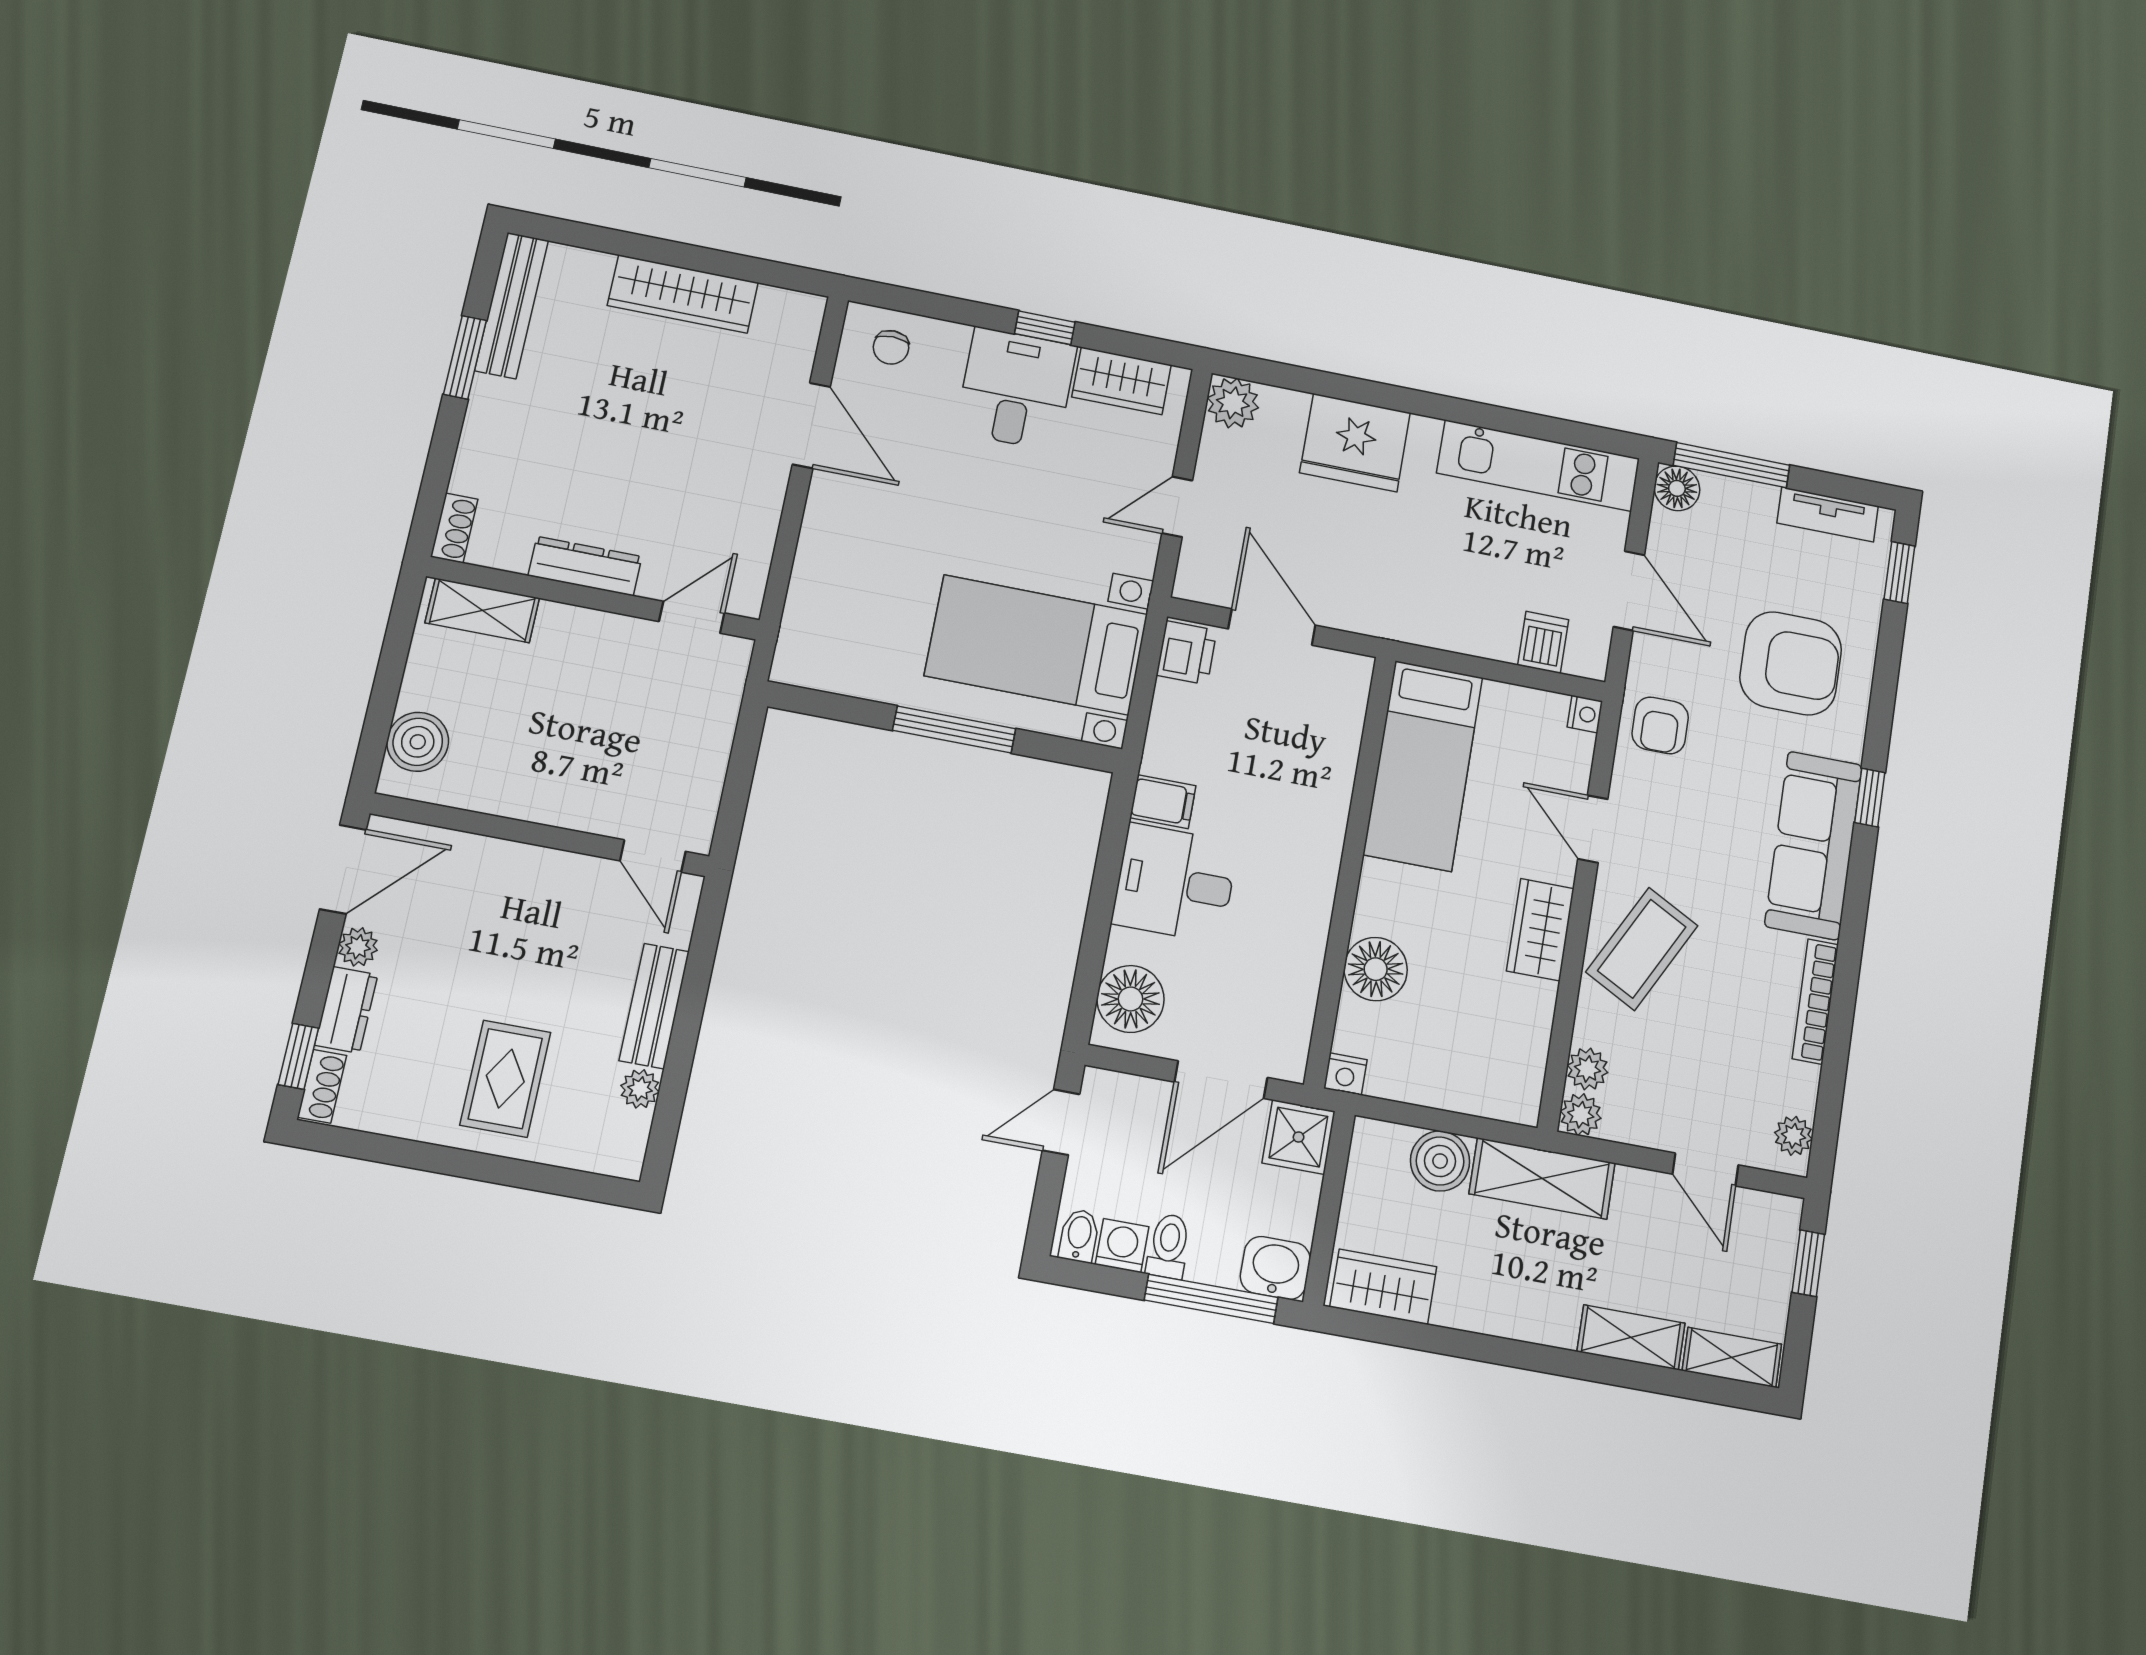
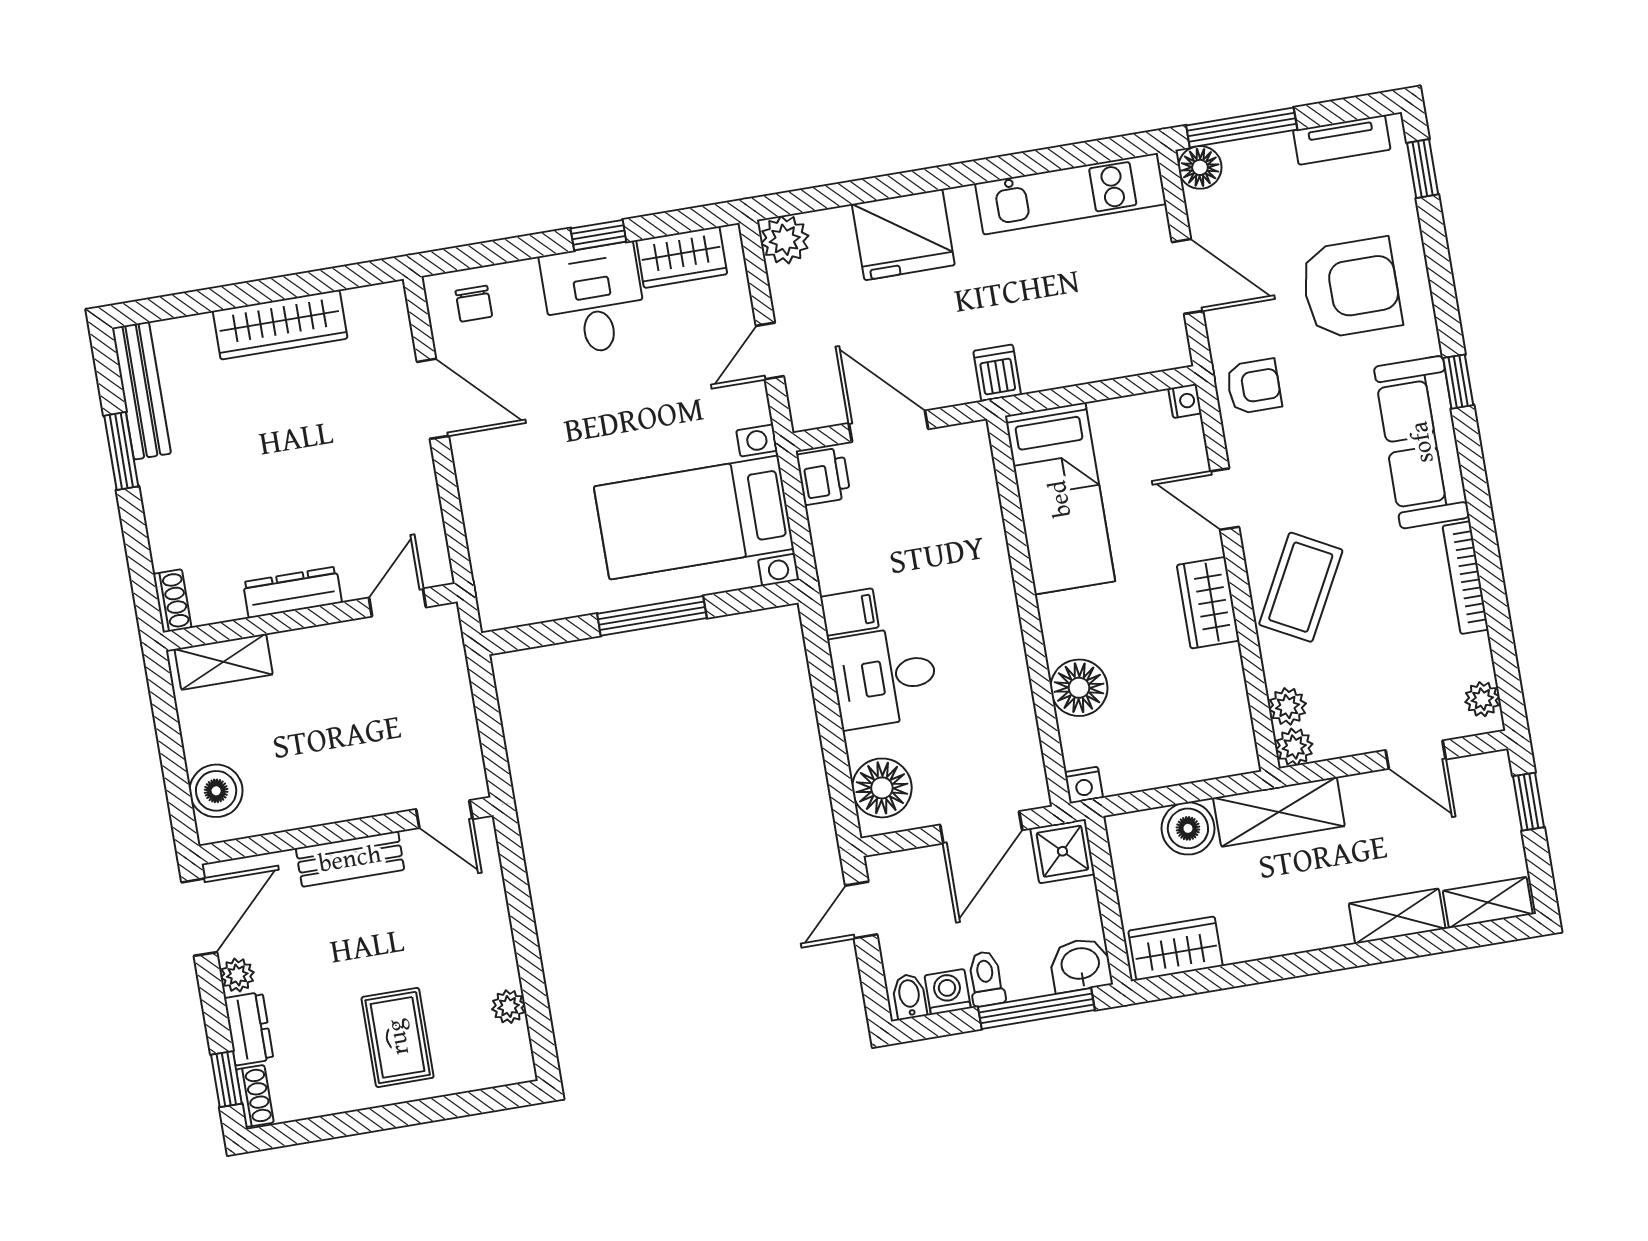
dishwasher: (1543, 642) -> (997, 373), moved
armchair: (1660, 725) -> (1254, 386), turned -90
bench: (654, 1006) -> (350, 859), moved, turned 90

